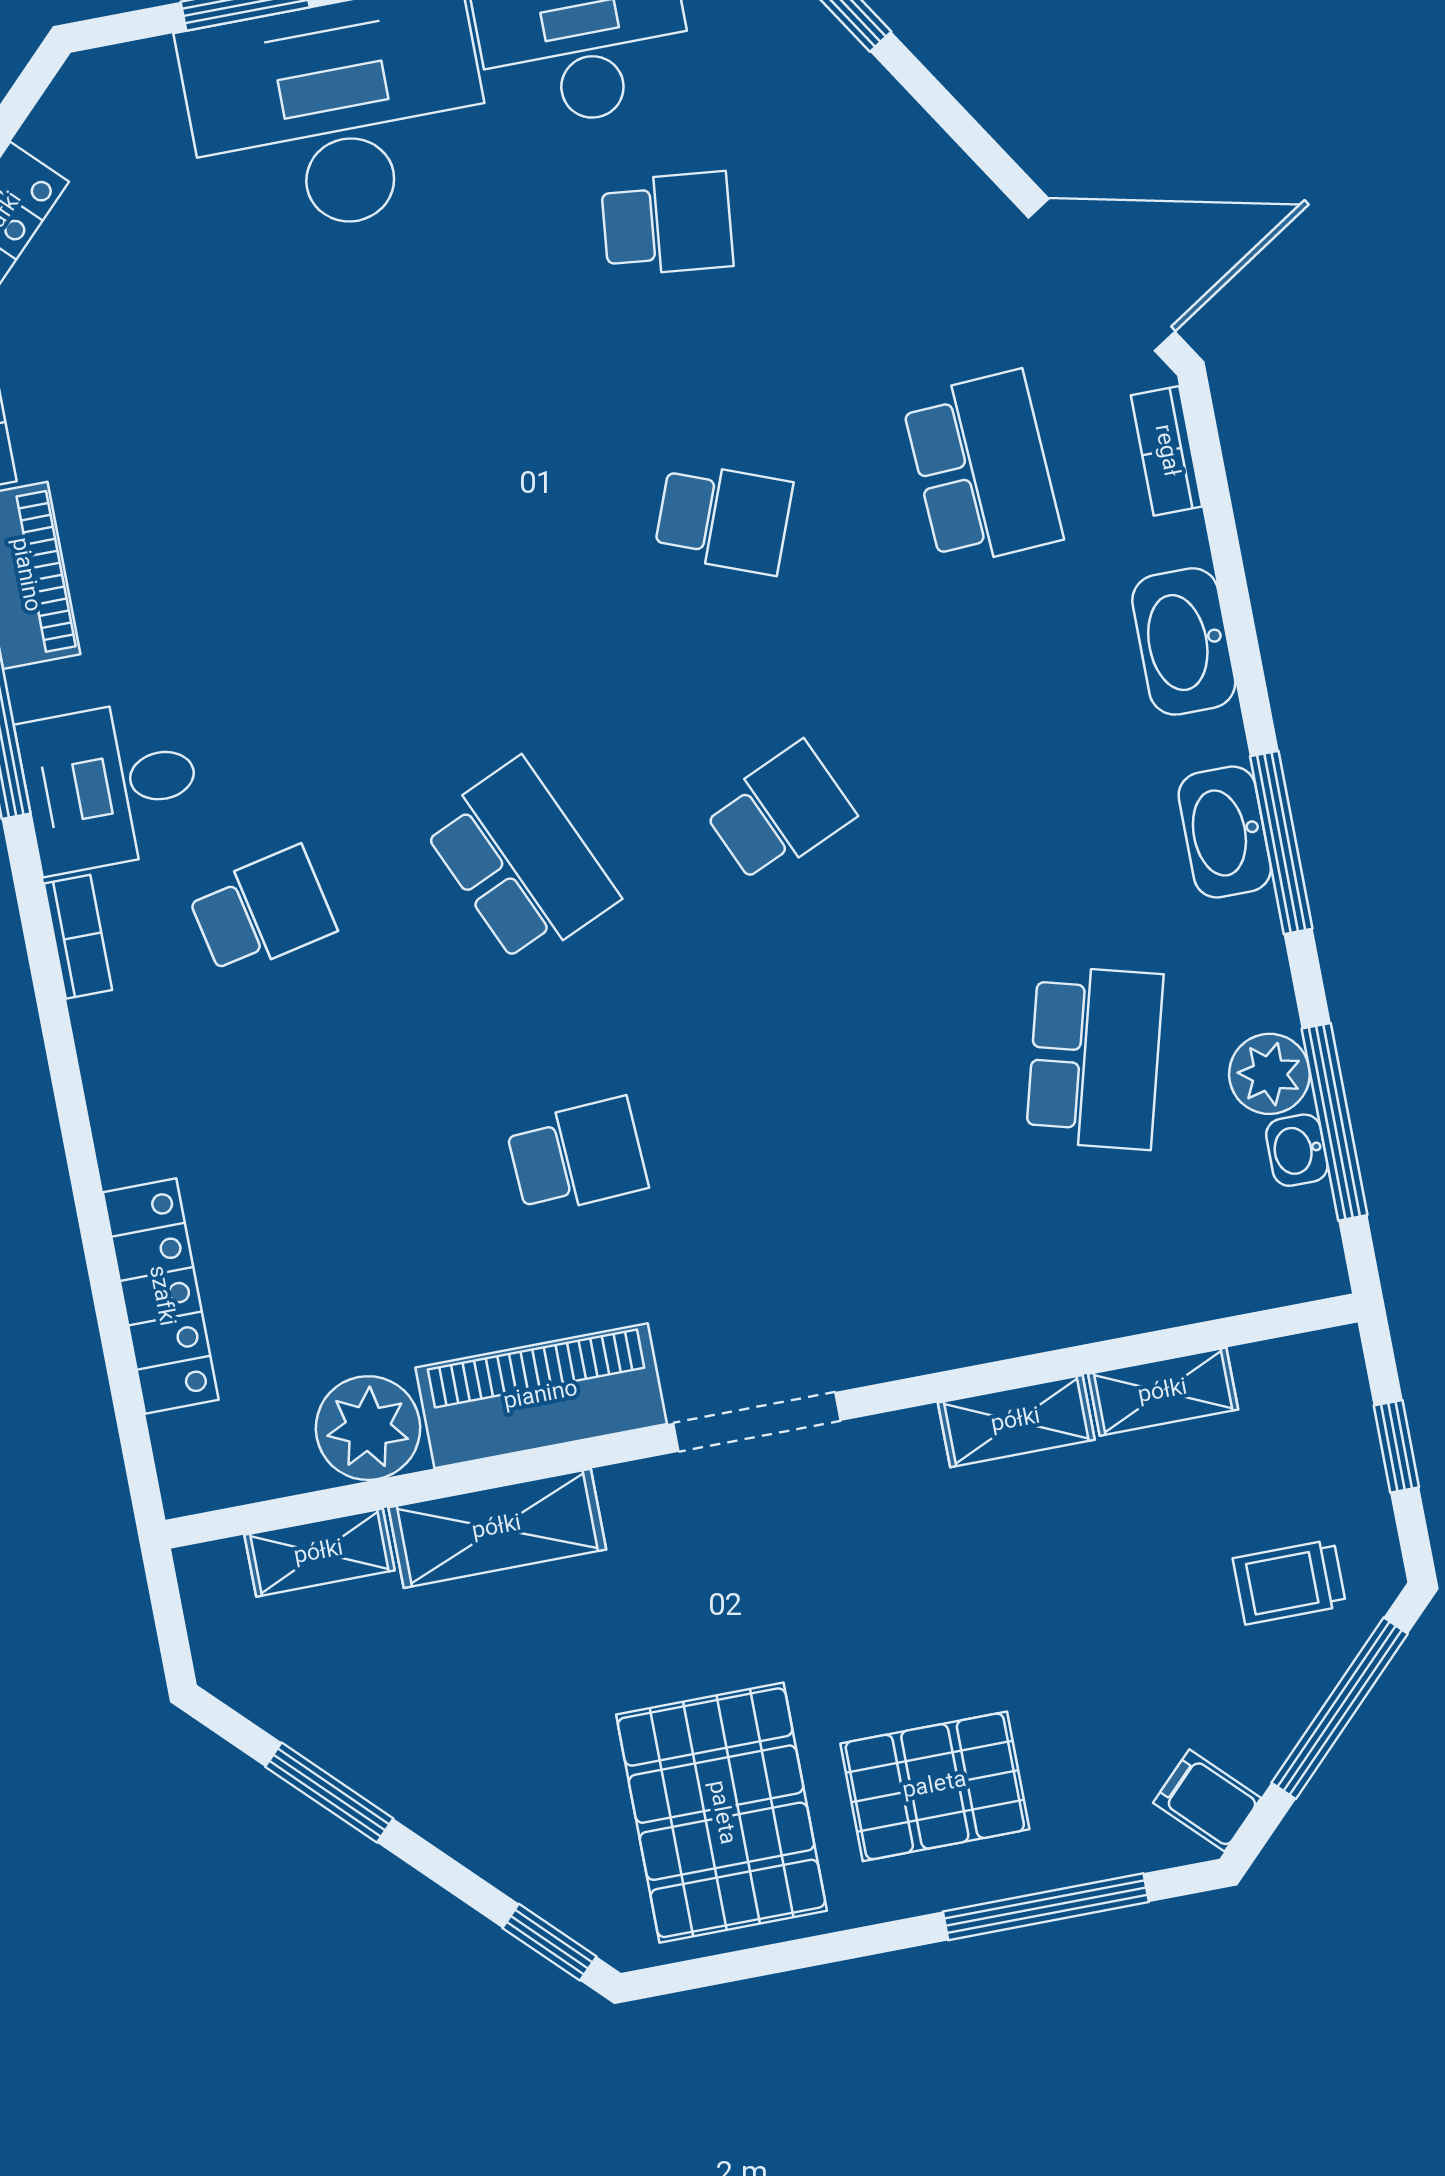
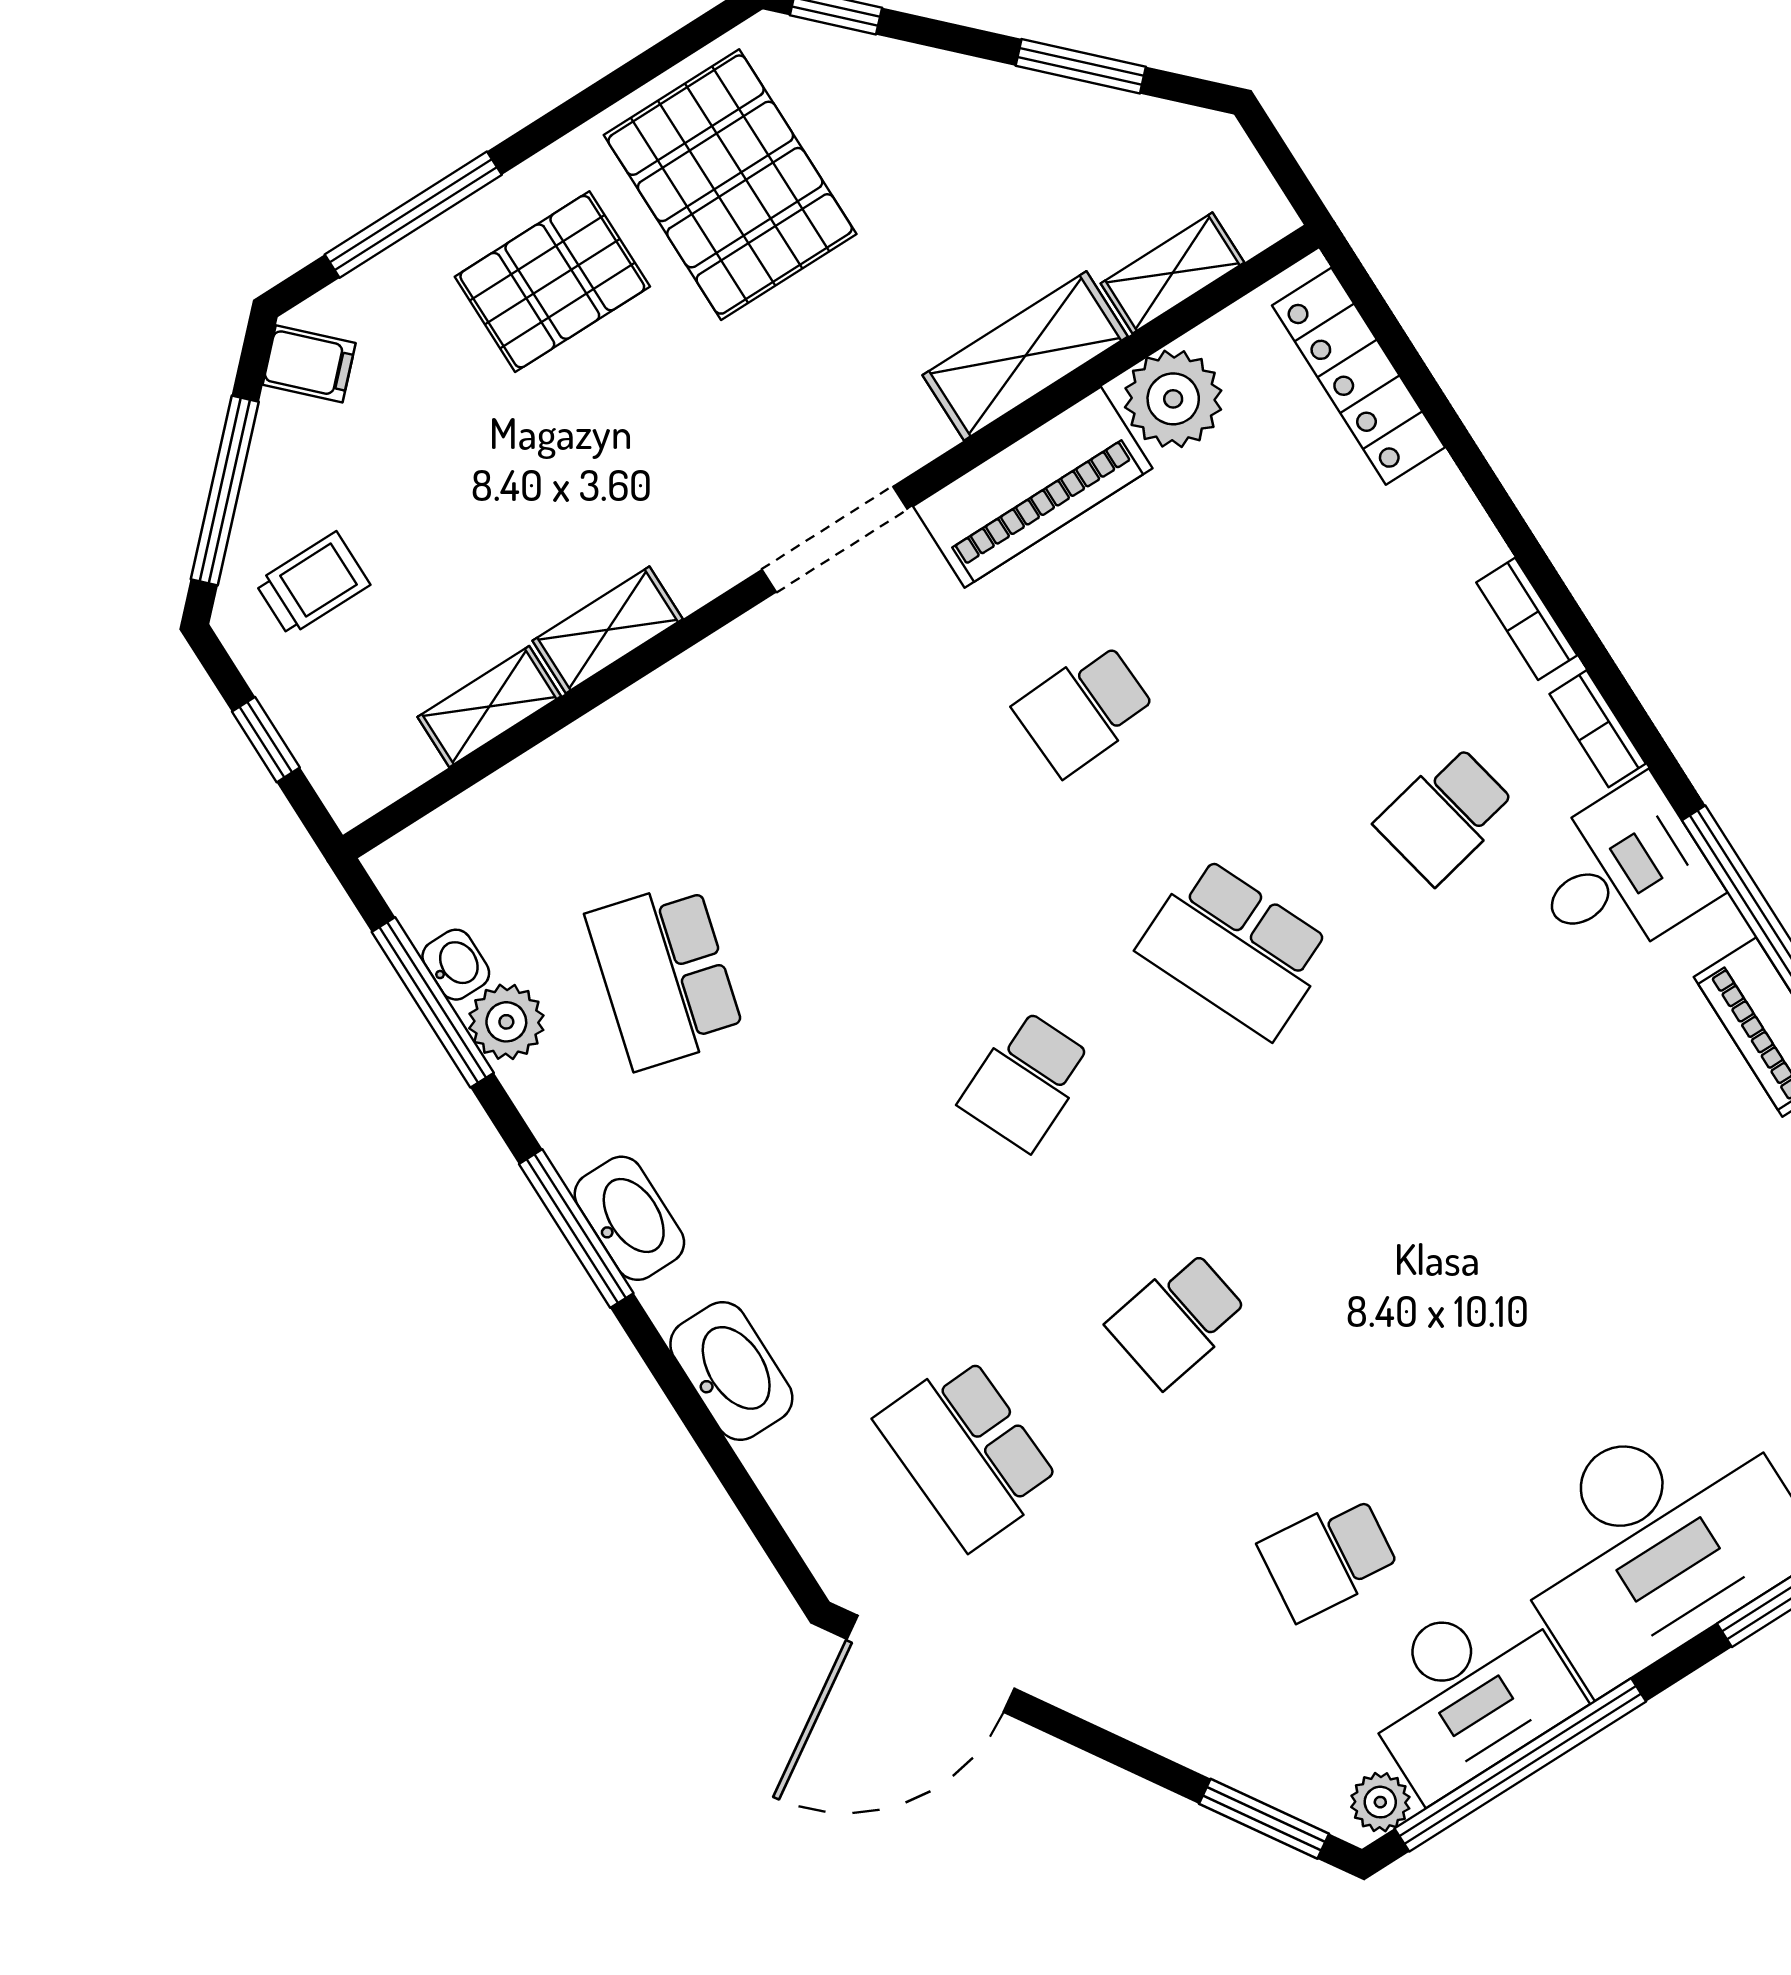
bookcase: (1166, 451) -> (1527, 619), moved, turned 180
school desk: (723, 518) -> (1177, 1319), turned -30
locker: (161, 1296) -> (1359, 376), moved

